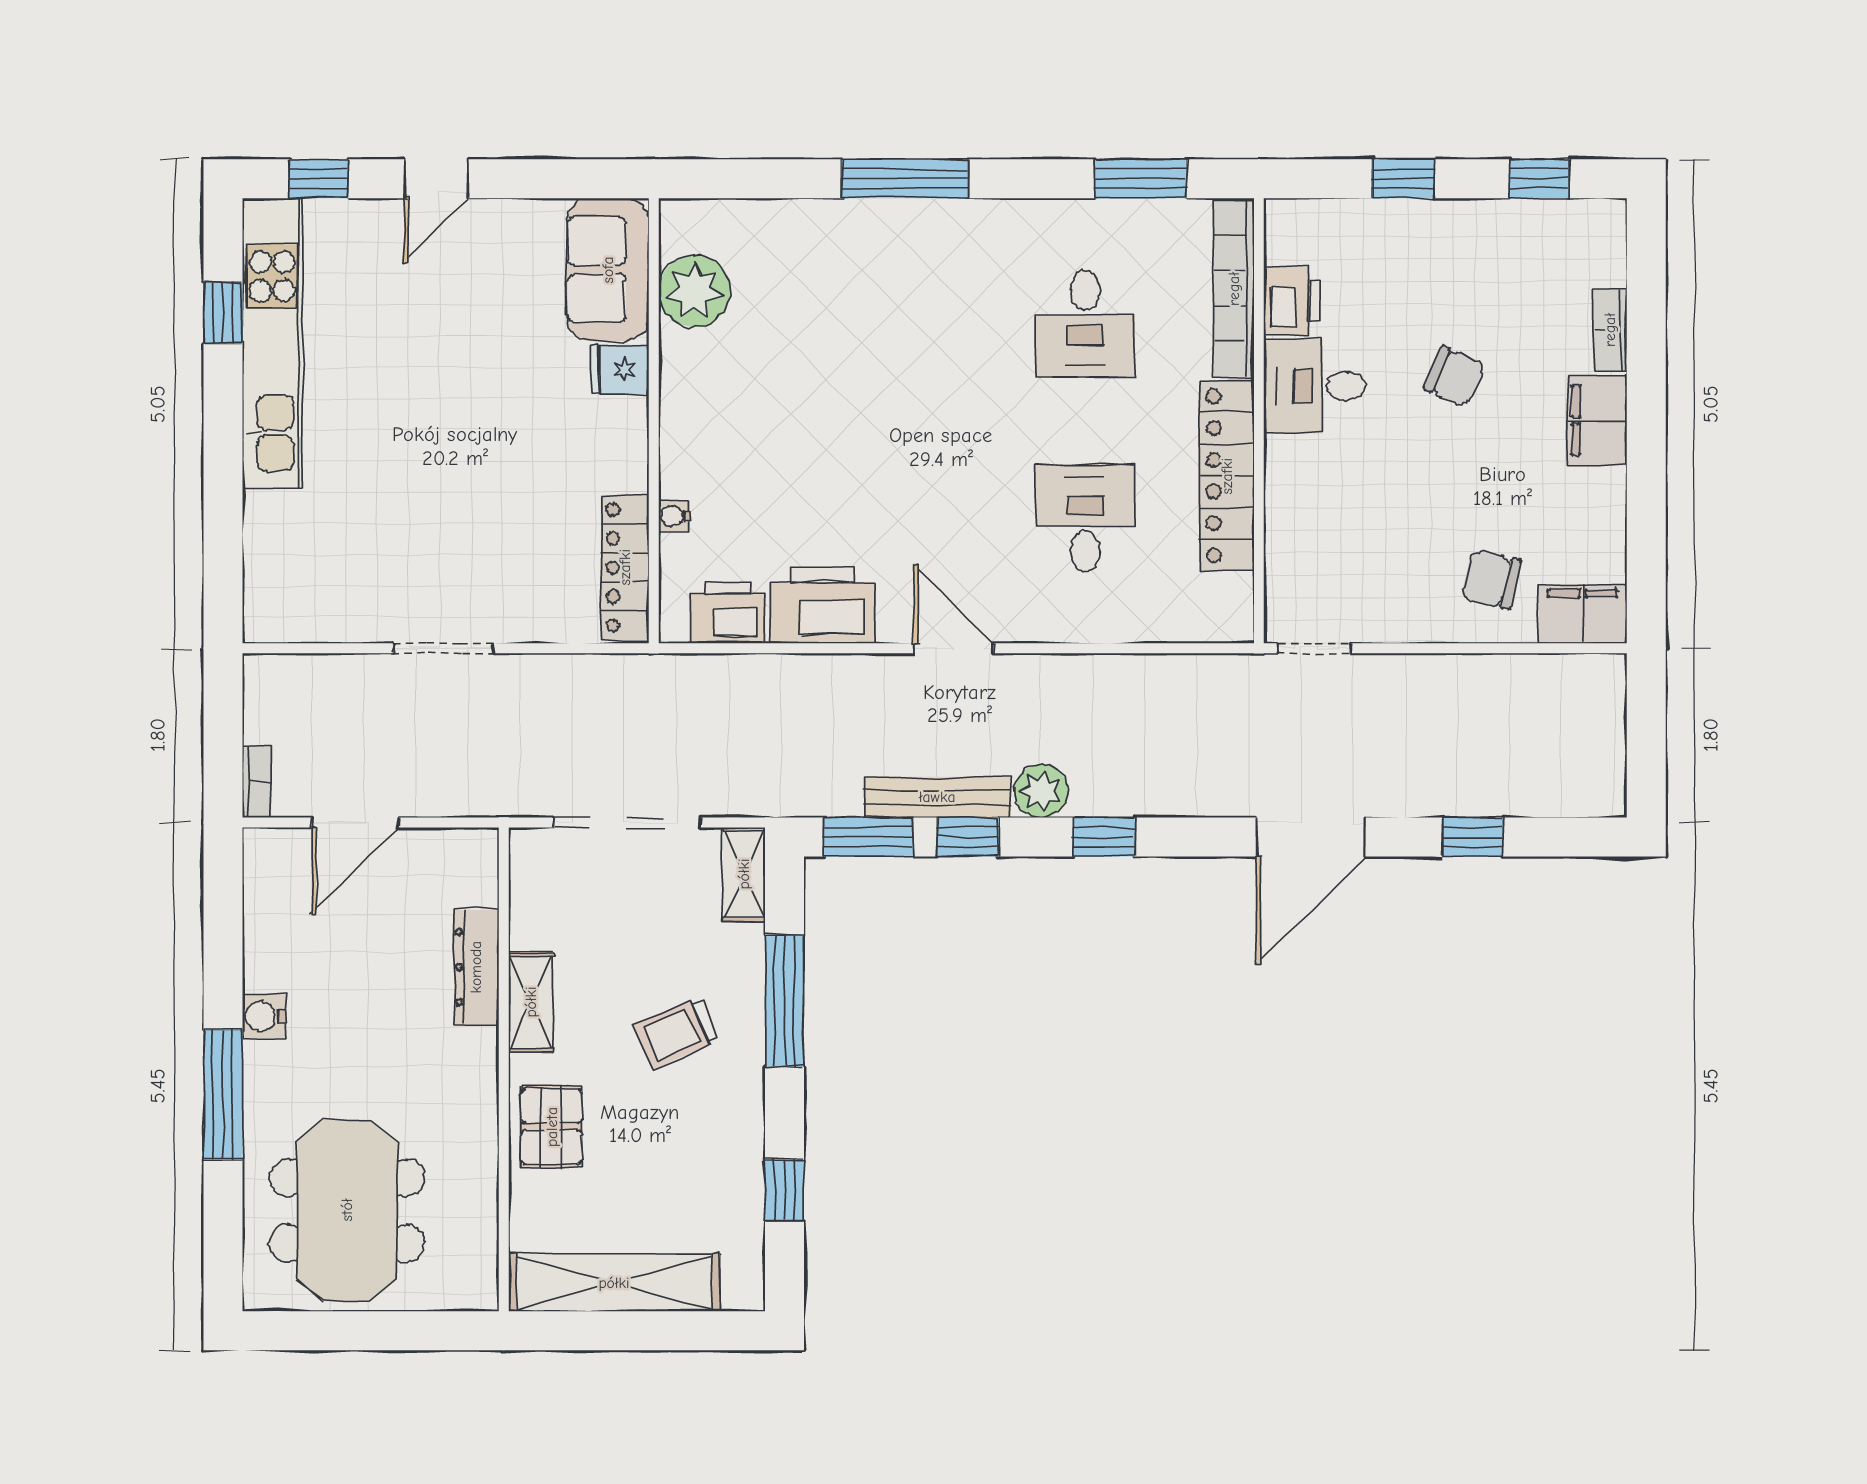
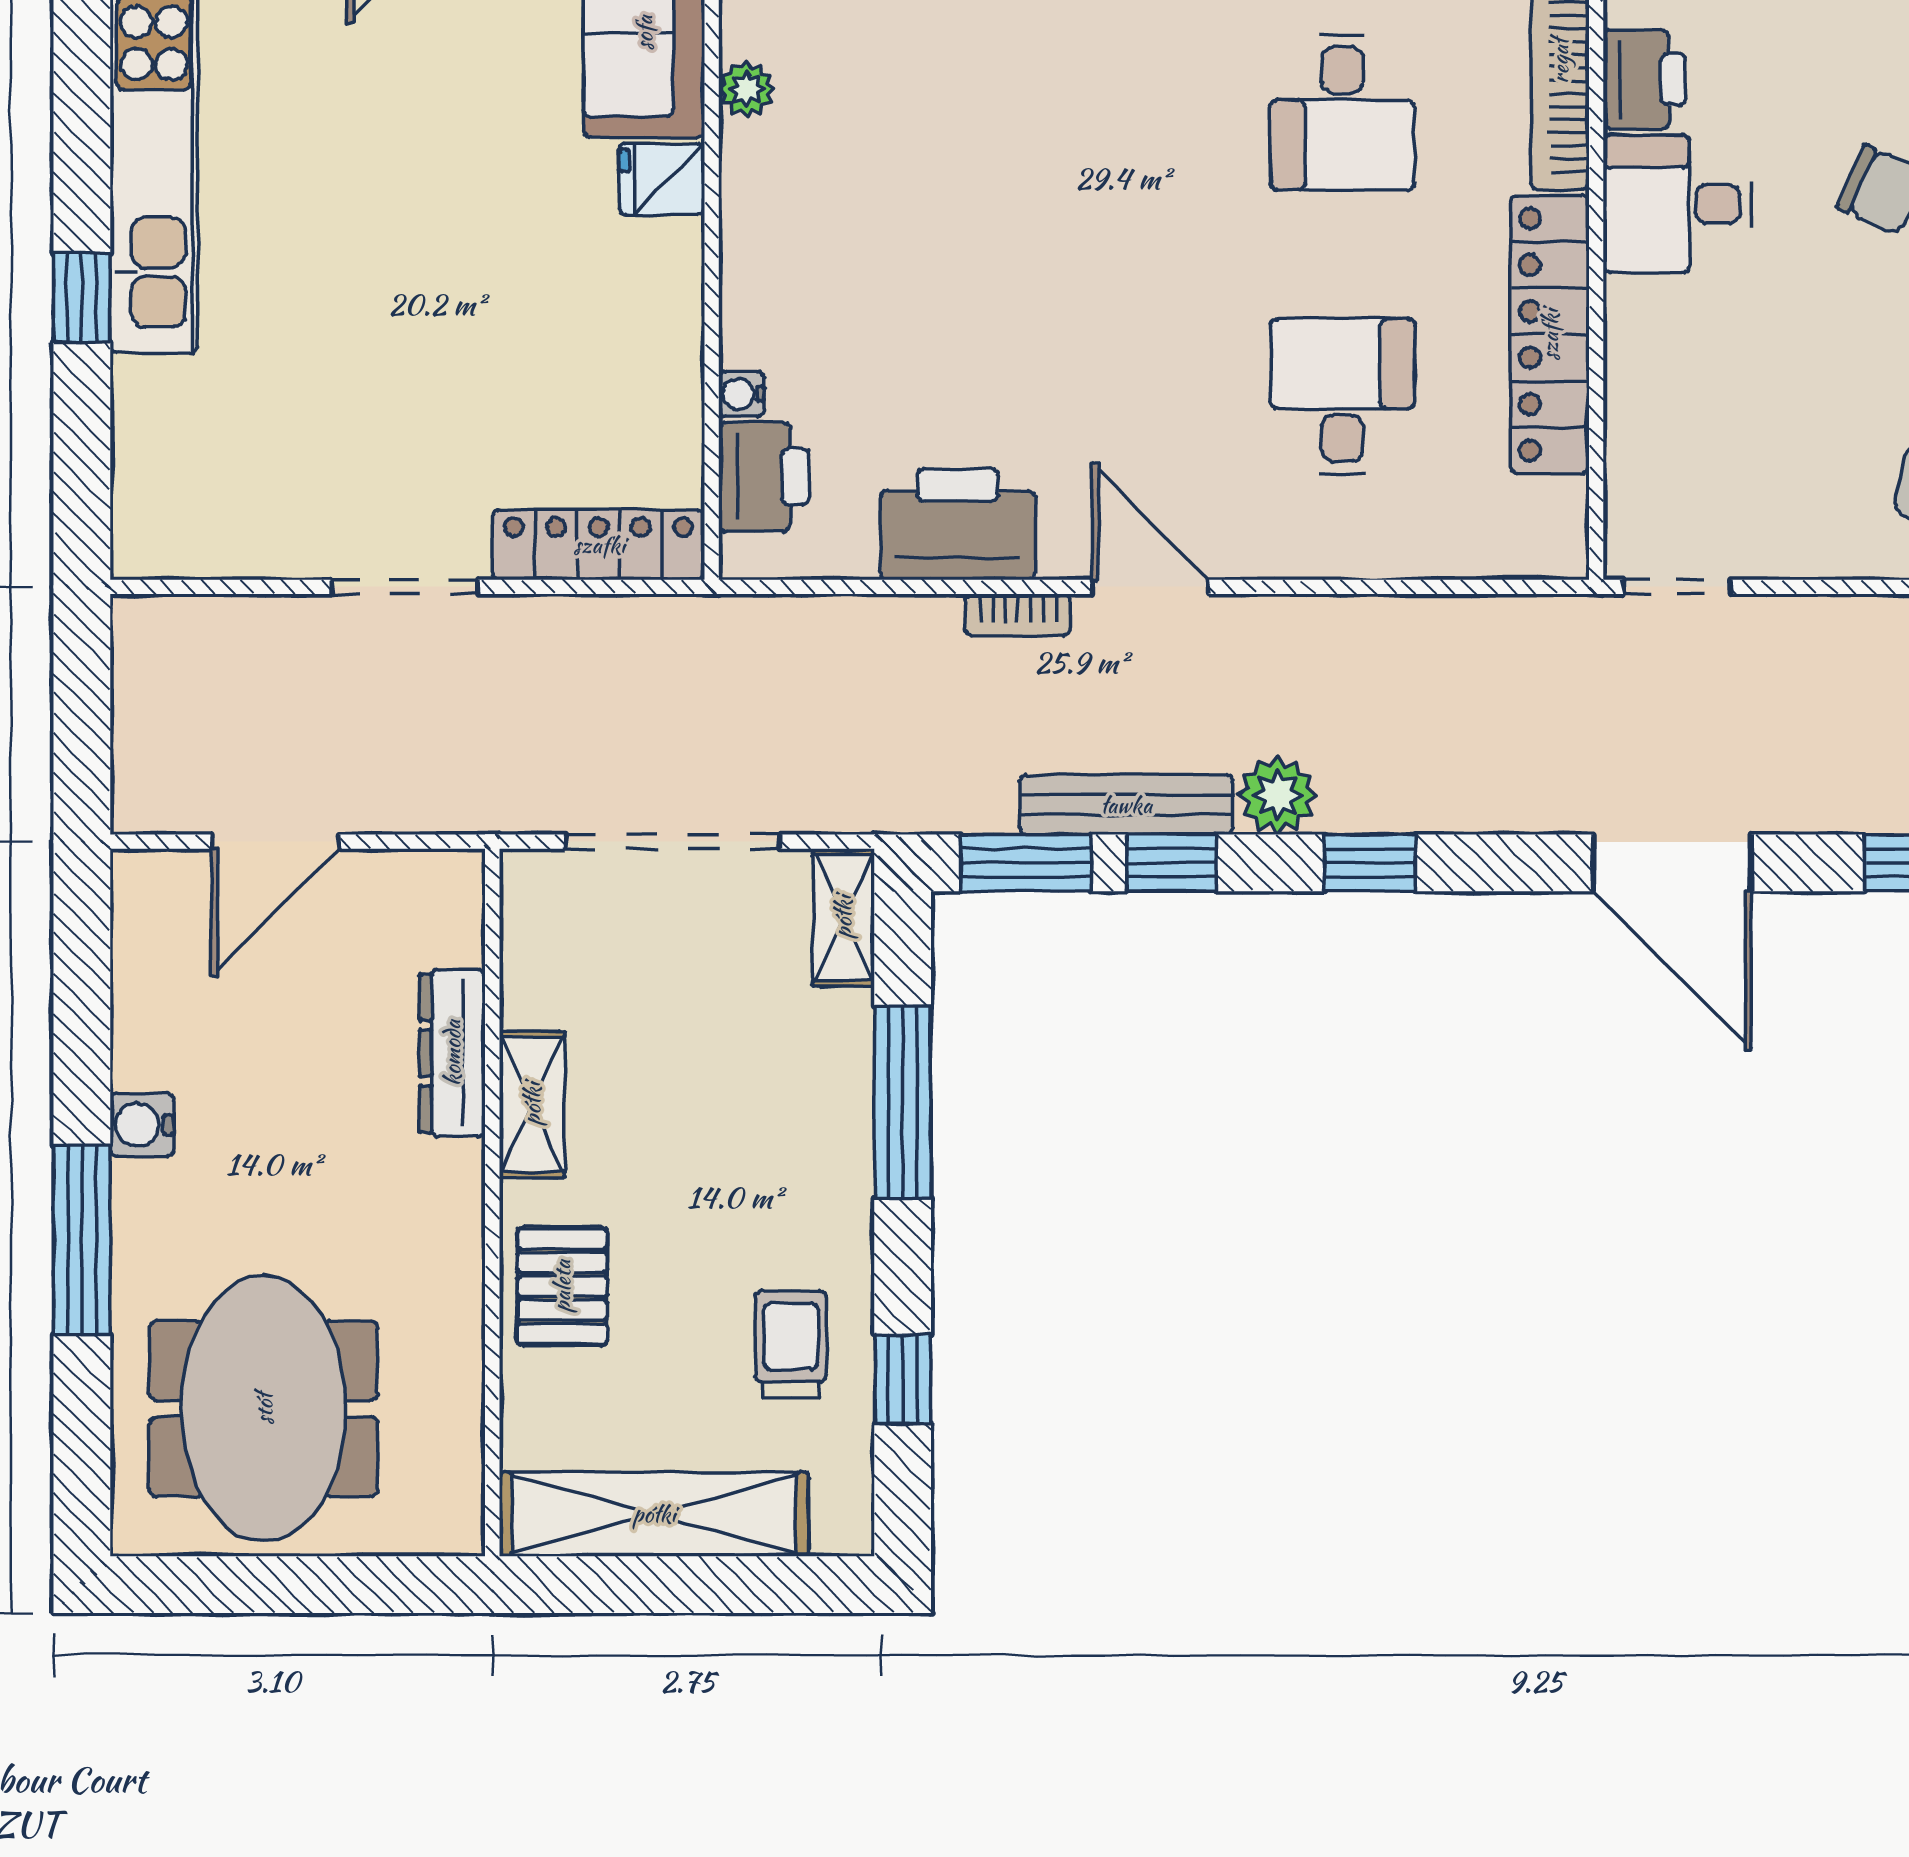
plant: (694, 291) -> (747, 89), width x0.53, depth x0.53
window: (223, 313) -> (82, 298), moved
locker: (625, 567) -> (599, 545), moved, turned 90
printer: (728, 613) -> (764, 477), moved, turned 90
bookcase: (257, 782) -> (1018, 615), moved, turned 90
door: (1311, 837) -> (1672, 863), hinge flipped
trolley: (676, 1033) -> (791, 1344), moved, turned 114

